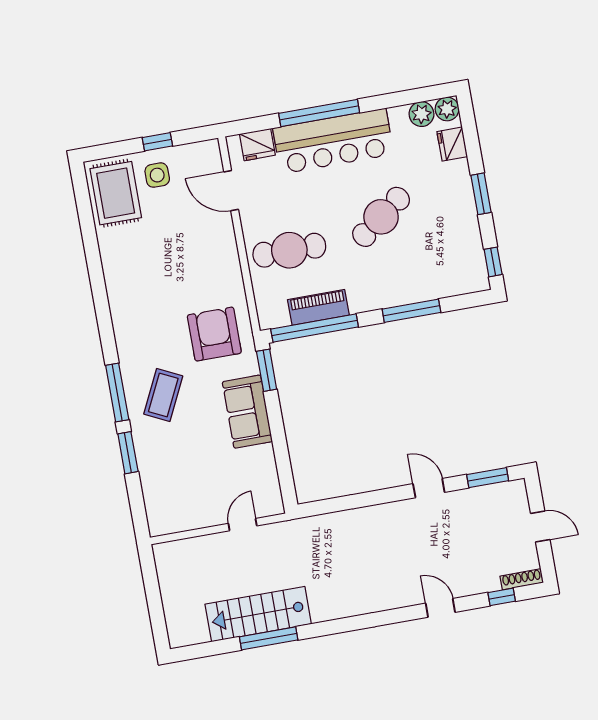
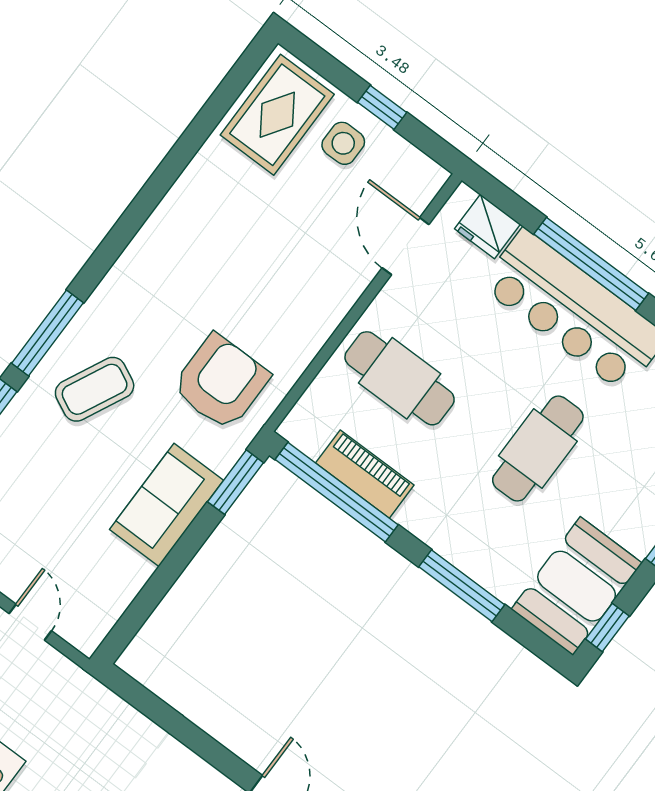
cafe table: (381, 217) -> (538, 449), turned -53
booth: (461, 258) -> (577, 586), added
door: (243, 525) -> (30, 622), hinge flipped

